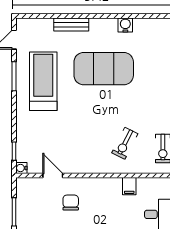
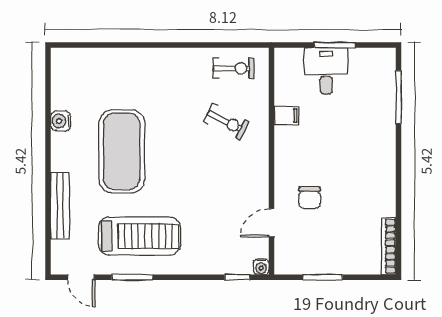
bench: (71, 25) -> (60, 206), width x1.36
treadmill: (43, 81) -> (139, 236), turned 180
chair: (71, 203) -> (310, 198), turned -90

